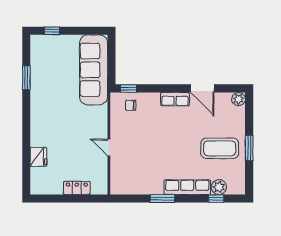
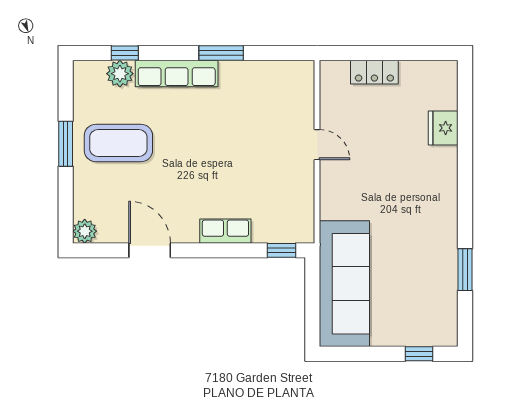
row of seats: (175, 99) -> (225, 231), moved
chair: (131, 105) -> (278, 220), removed

